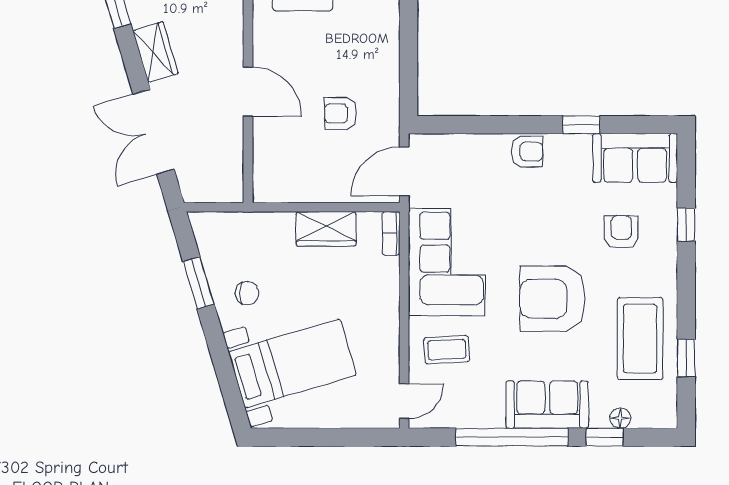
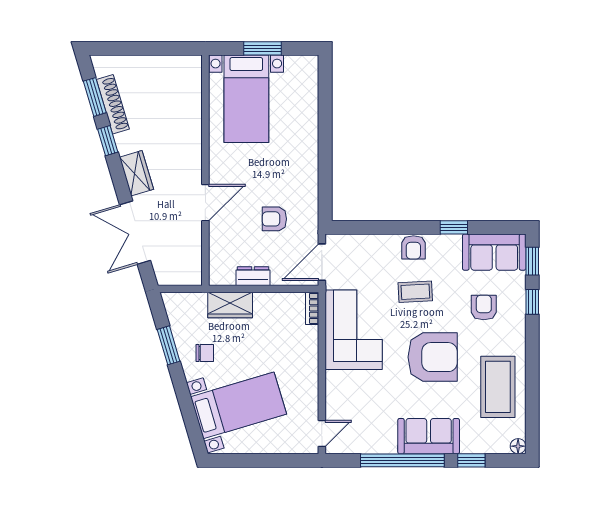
door: (248, 92) -> (205, 203), hinge flipped
armchair: (527, 151) -> (413, 247), turned 90
dresser: (312, 190) -> (253, 276), added
wardrobe: (326, 229) -> (230, 305), moved
armchair: (553, 299) -> (433, 357), turned 180
coffee table: (447, 350) -> (415, 292), moved
window: (686, 358) -> (532, 261), moved
floor lamp: (620, 418) -> (518, 446), moved

